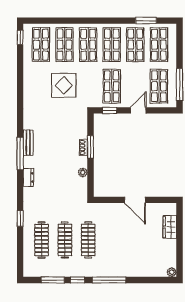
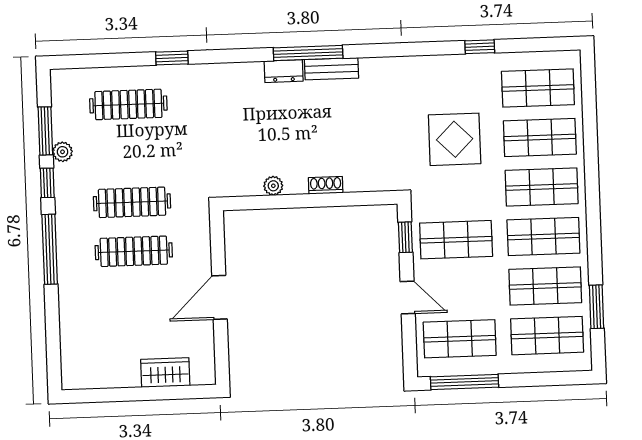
window: (20, 37) -> (480, 47), moved
window: (90, 147) -> (328, 200), removed
dresser: (28, 177) -> (284, 71), moved
clothes rail: (65, 240) -> (134, 251), moved
plant: (172, 272) -> (62, 152), moved

